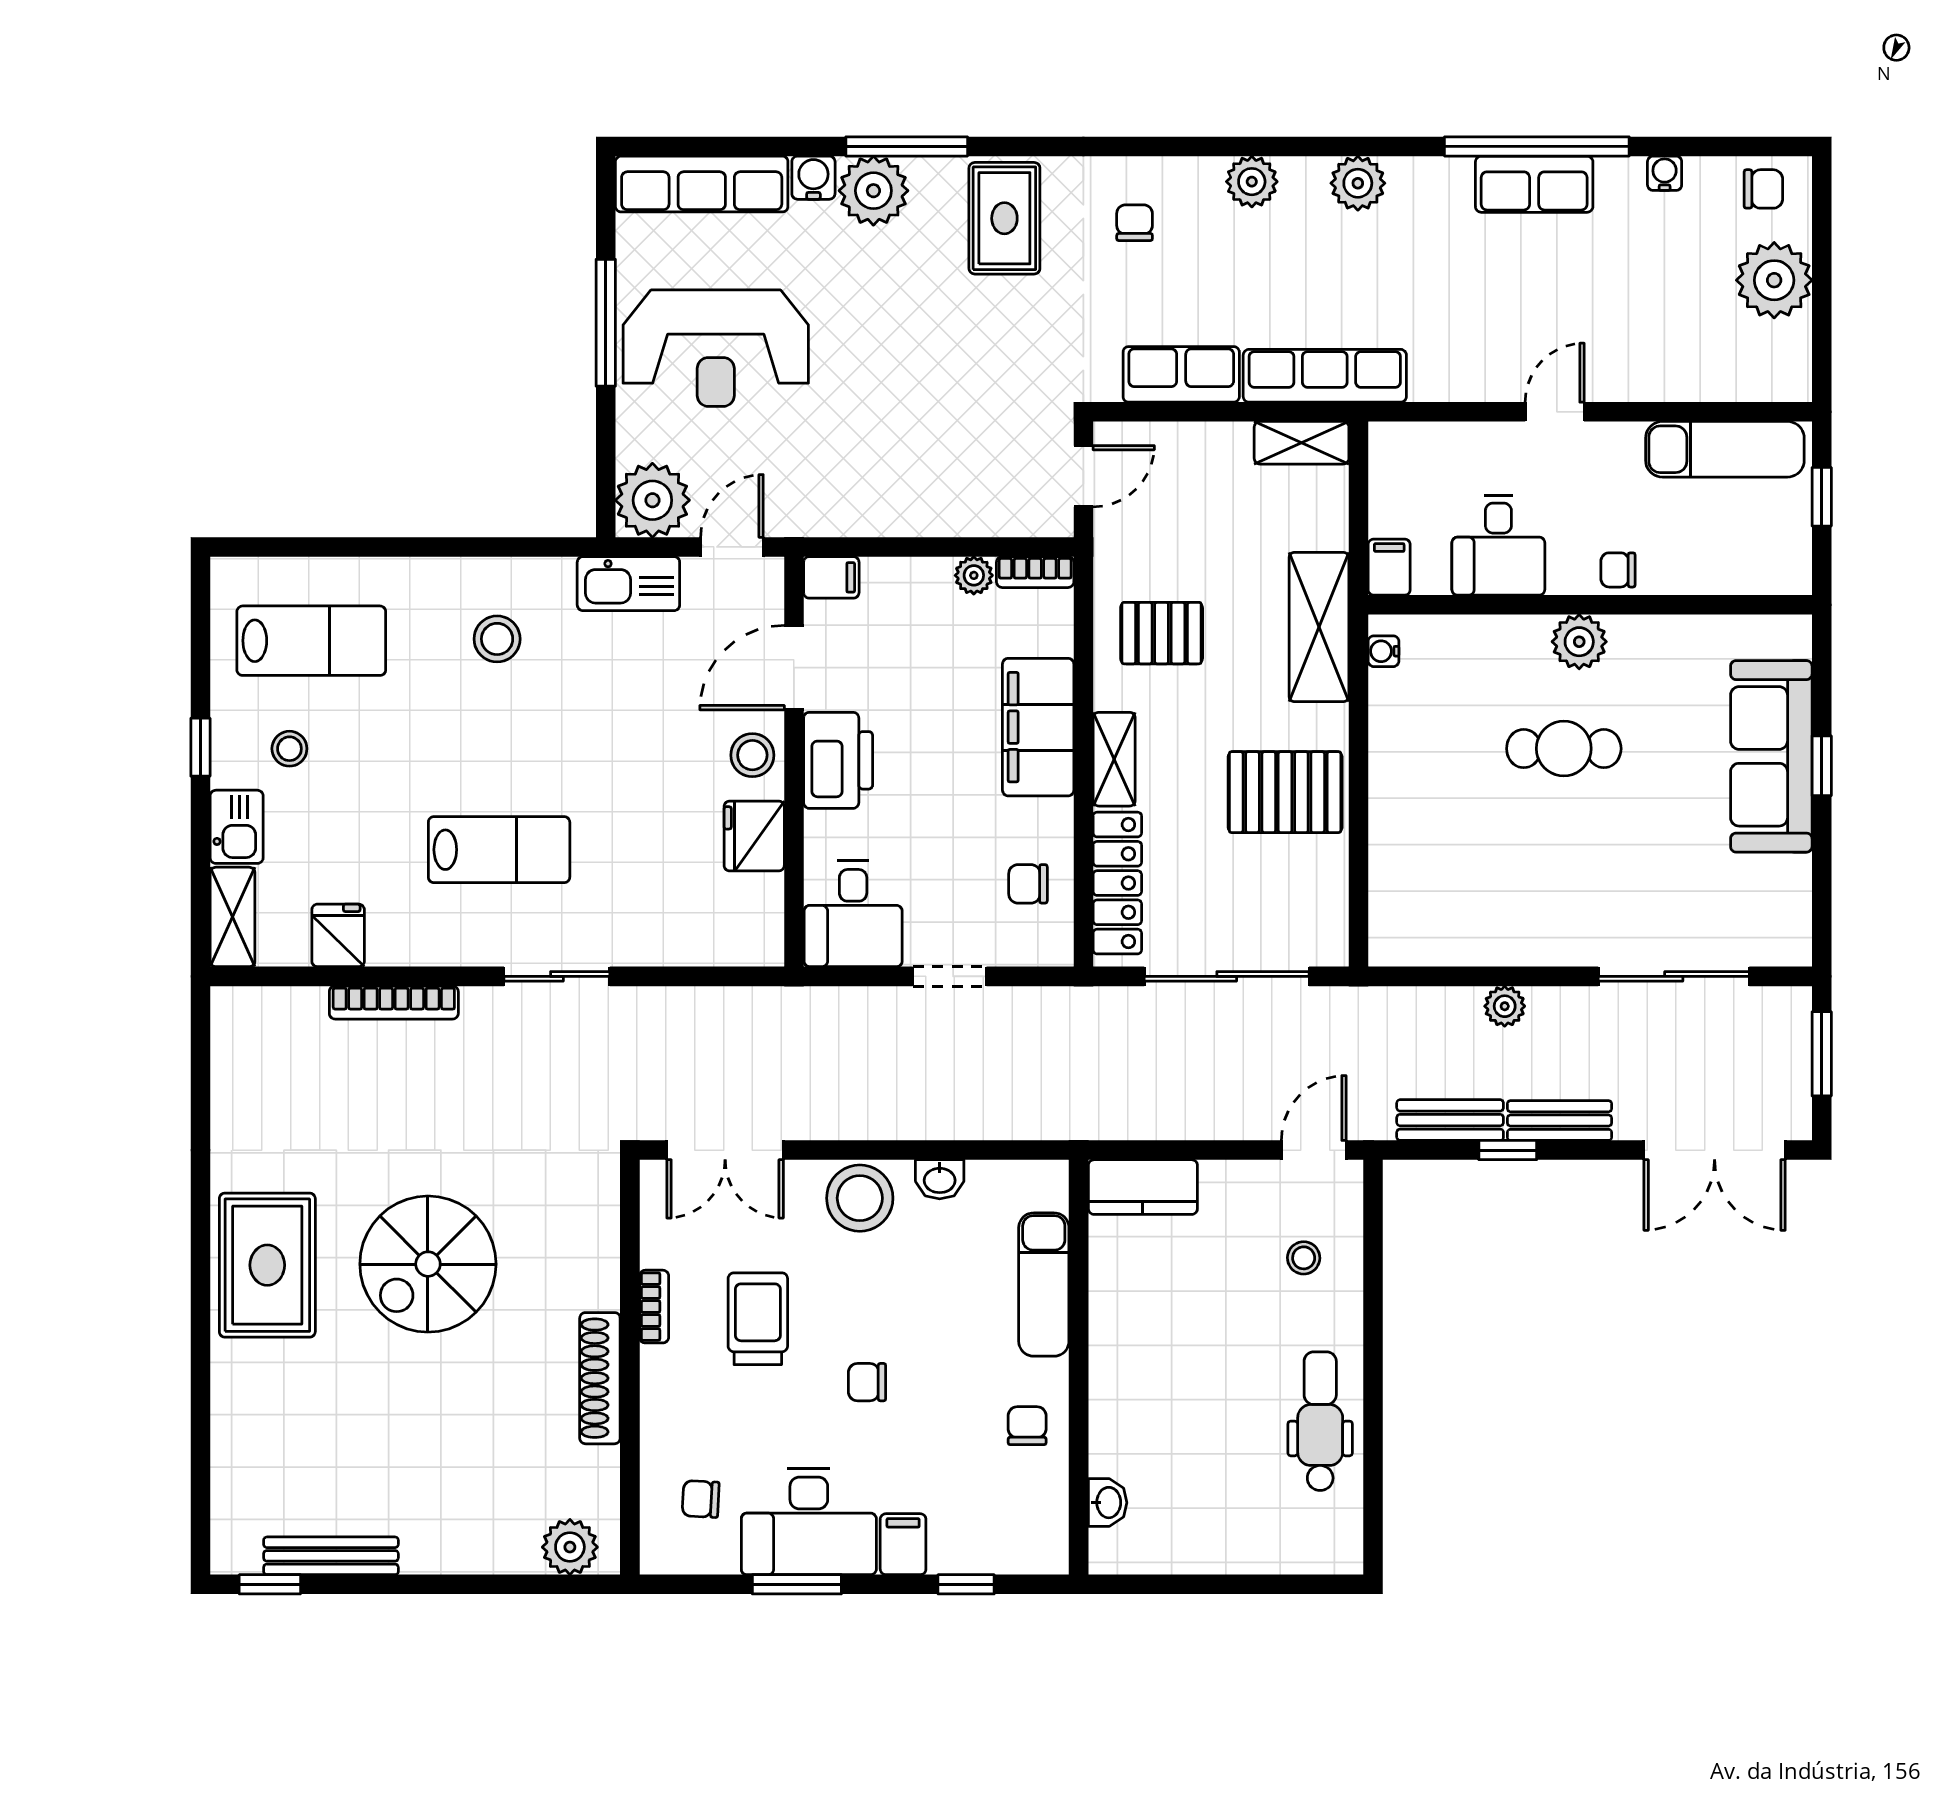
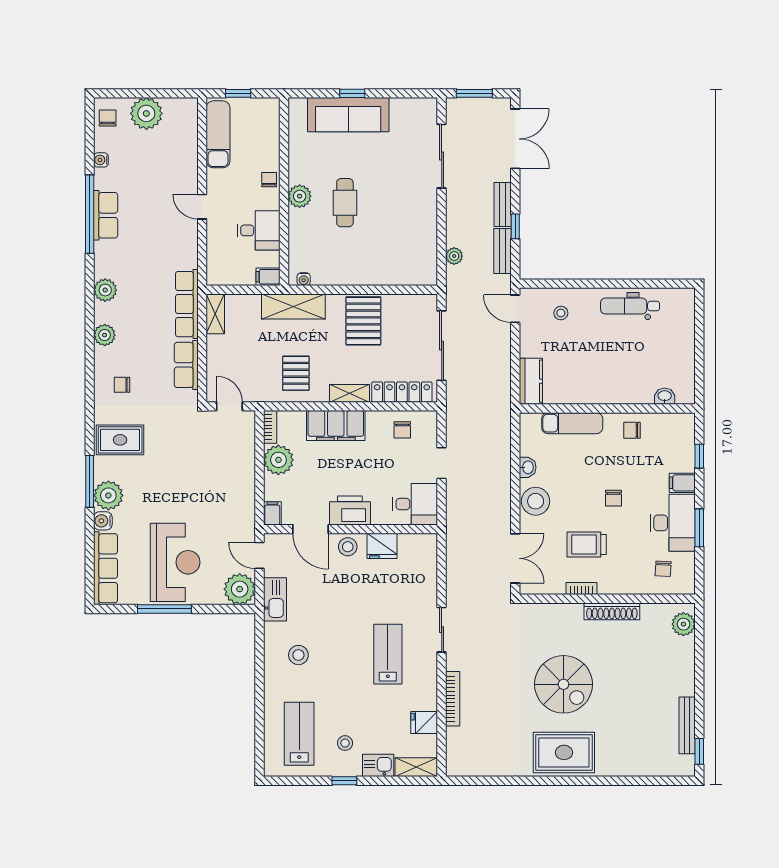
chair: (1618, 570) -> (269, 180), turned 180
plant: (974, 575) -> (278, 460), width x1.88, depth x1.88
plant: (1505, 1006) -> (454, 256), moved

